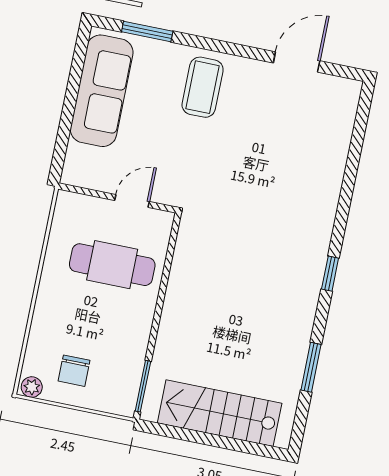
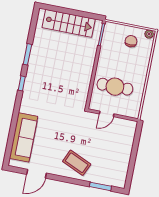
coffee table: (203, 87) -> (77, 163), turned -66
sofa: (102, 91) -> (24, 137), moved, turned 180
window: (311, 367) -> (27, 54), moved

